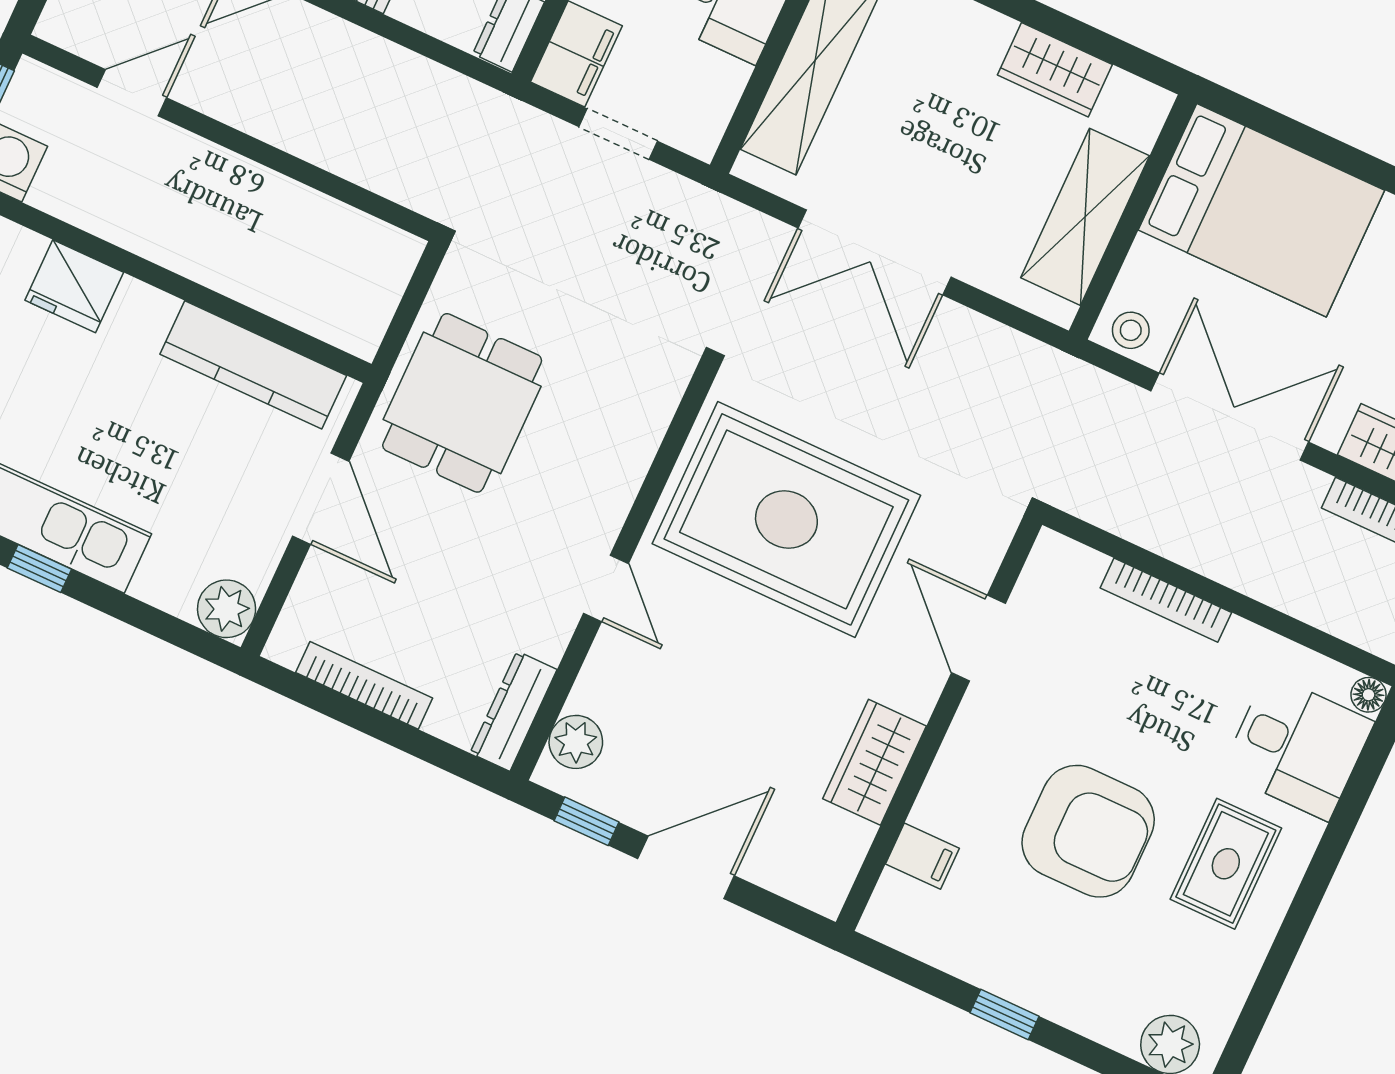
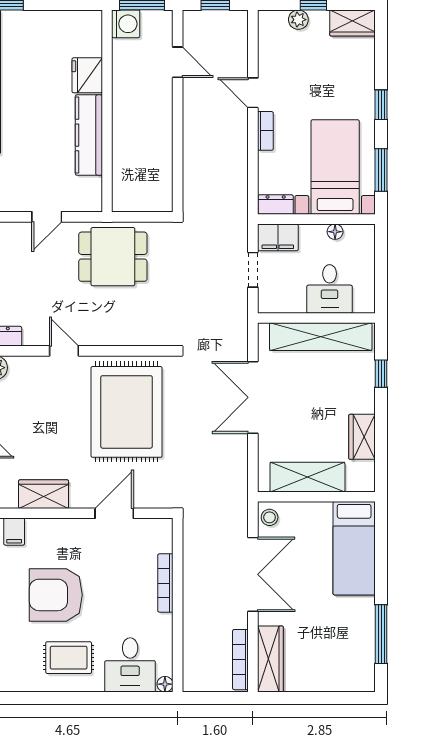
bed: (1261, 210) -> (354, 548), width x0.67
kitchen counter: (253, 365) -> (89, 135), moved
door: (321, 499) -> (47, 217), width x0.73
door: (606, 588) -> (64, 351), swing flipped
armchair: (1088, 831) -> (56, 595), turned 90

